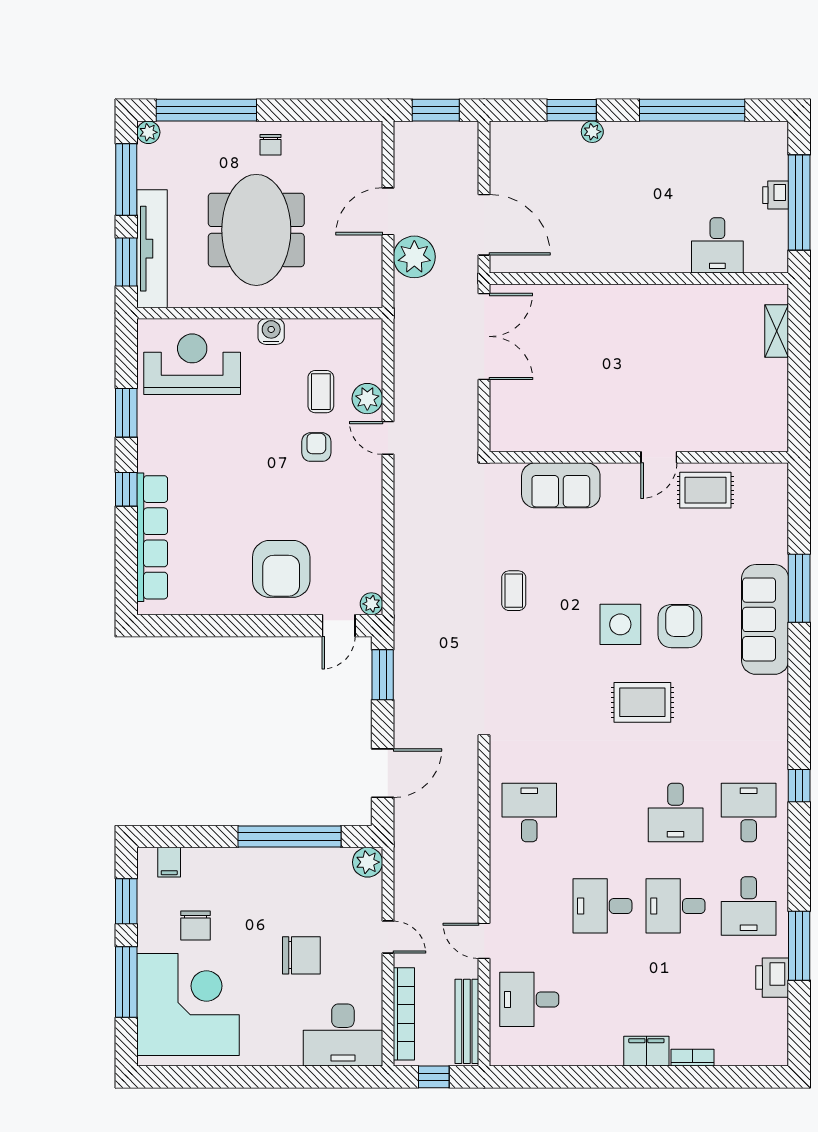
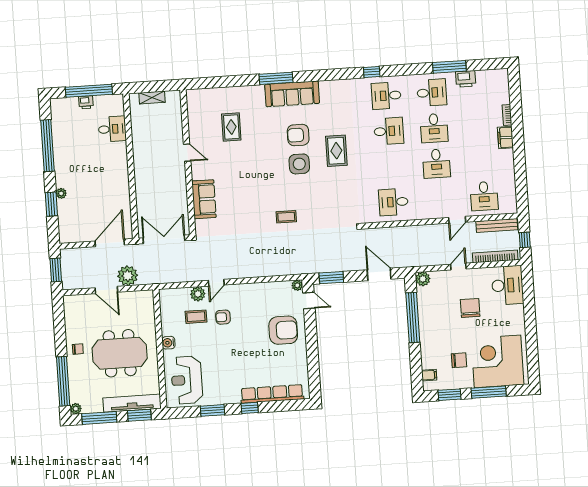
wall: (639, 457) -> (188, 162), moved
door: (659, 457) -> (187, 153), moved
sofa: (561, 485) -> (204, 199), moved

